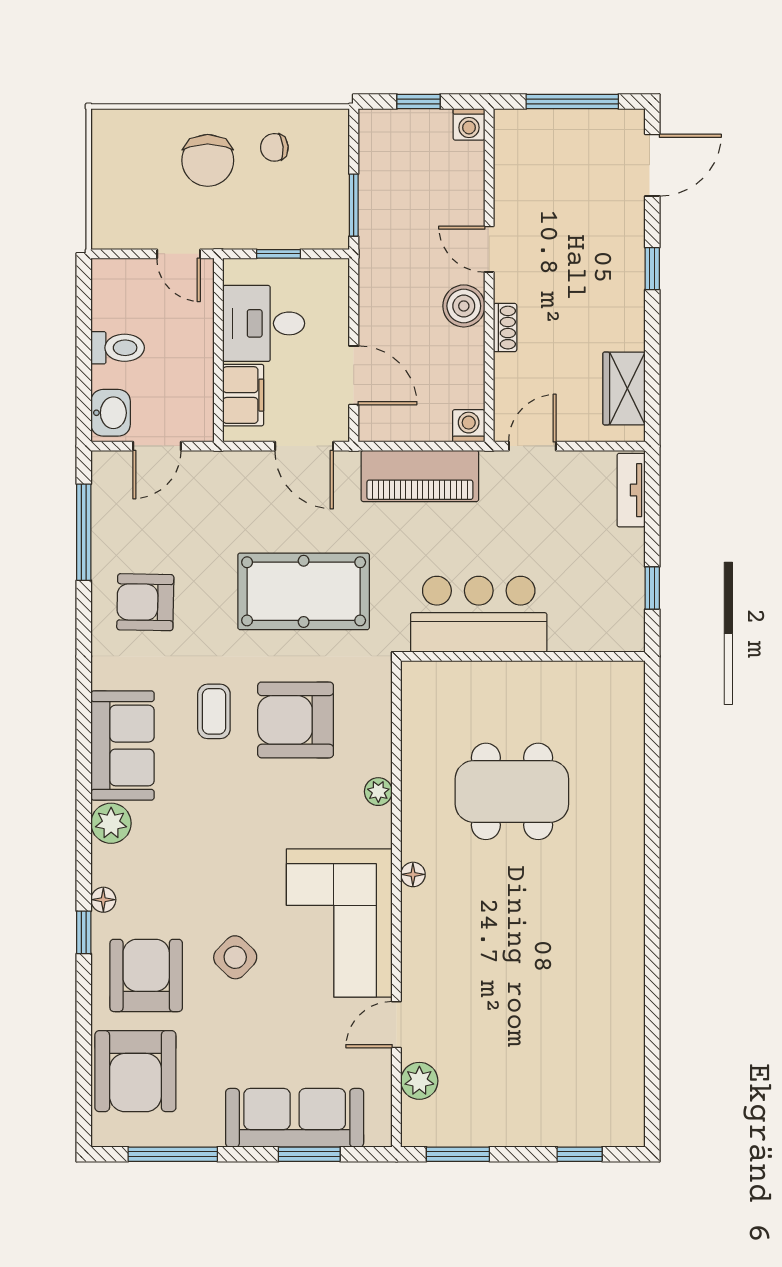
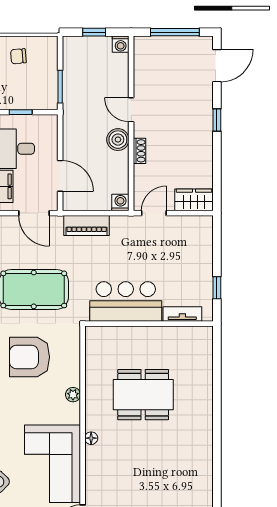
wardrobe: (624, 388) -> (194, 200), moved, turned 90
piano: (420, 476) -> (87, 226), width x0.73, depth x0.75
tv unit: (631, 490) -> (182, 314), moved, turned 90

